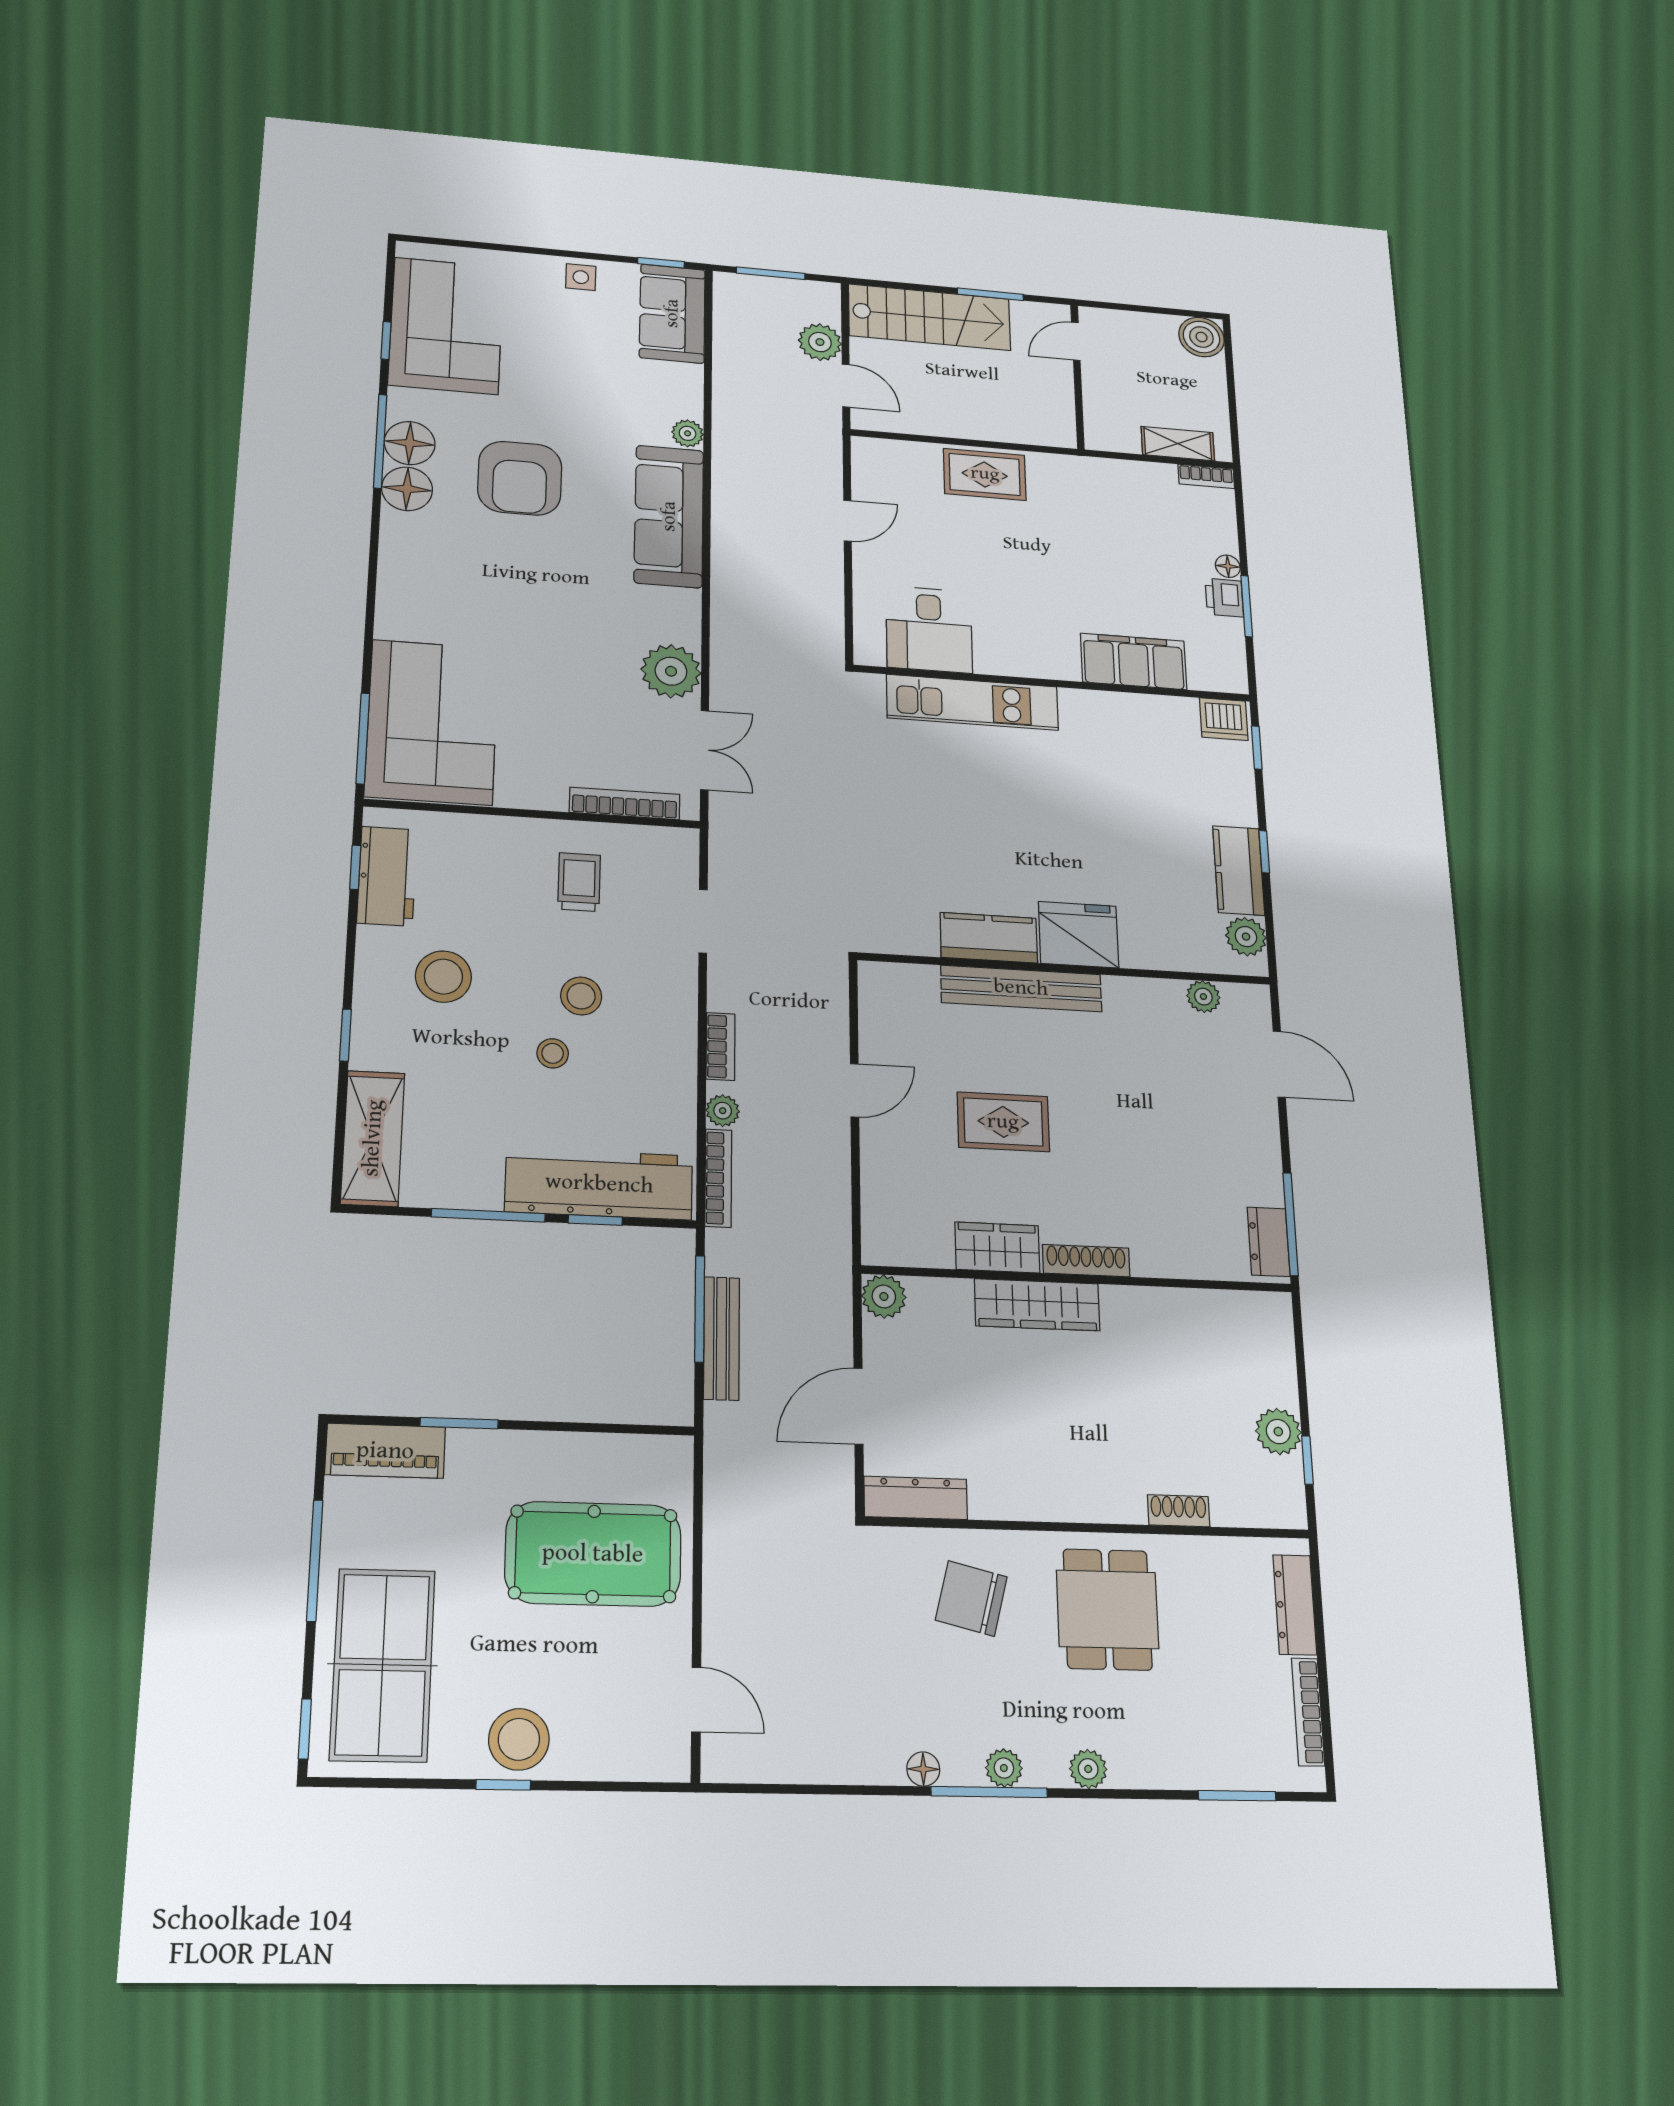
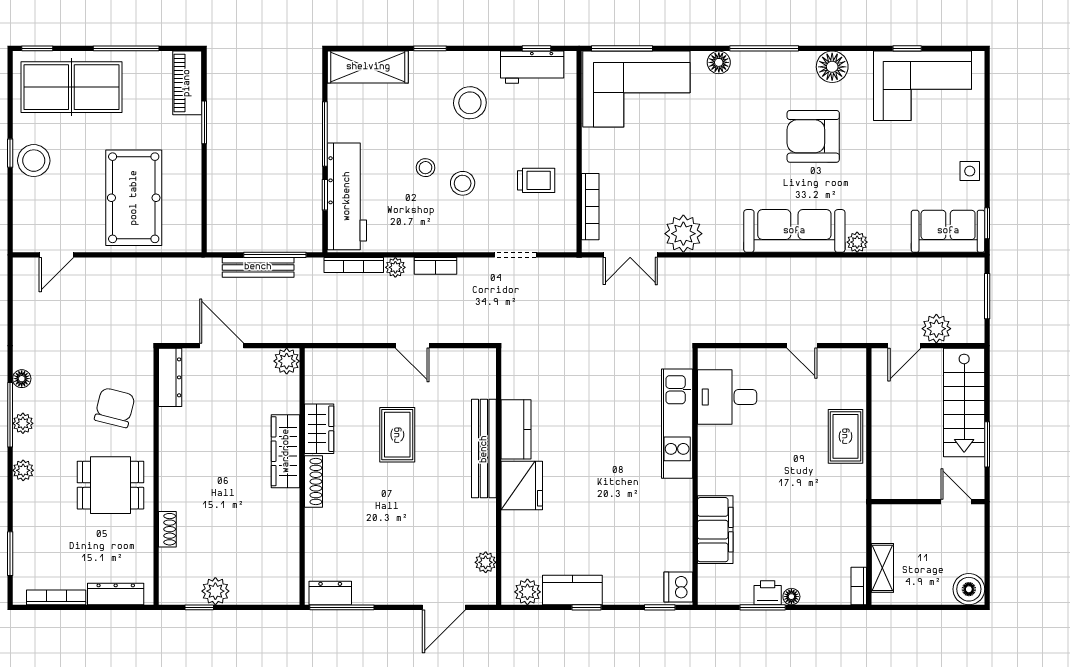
window: (380, 441) -> (764, 48), moved
floor lamp: (407, 489) -> (719, 62), moved, width x0.73, depth x0.73

